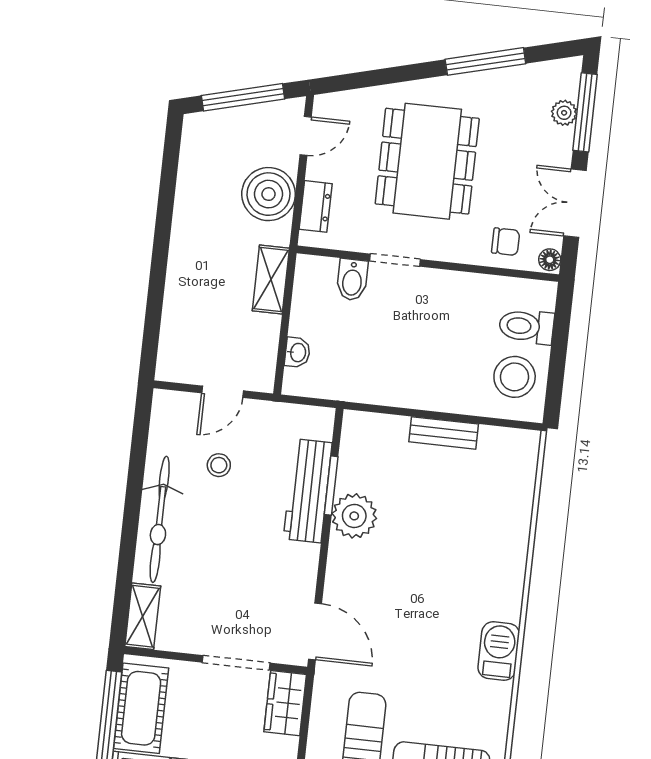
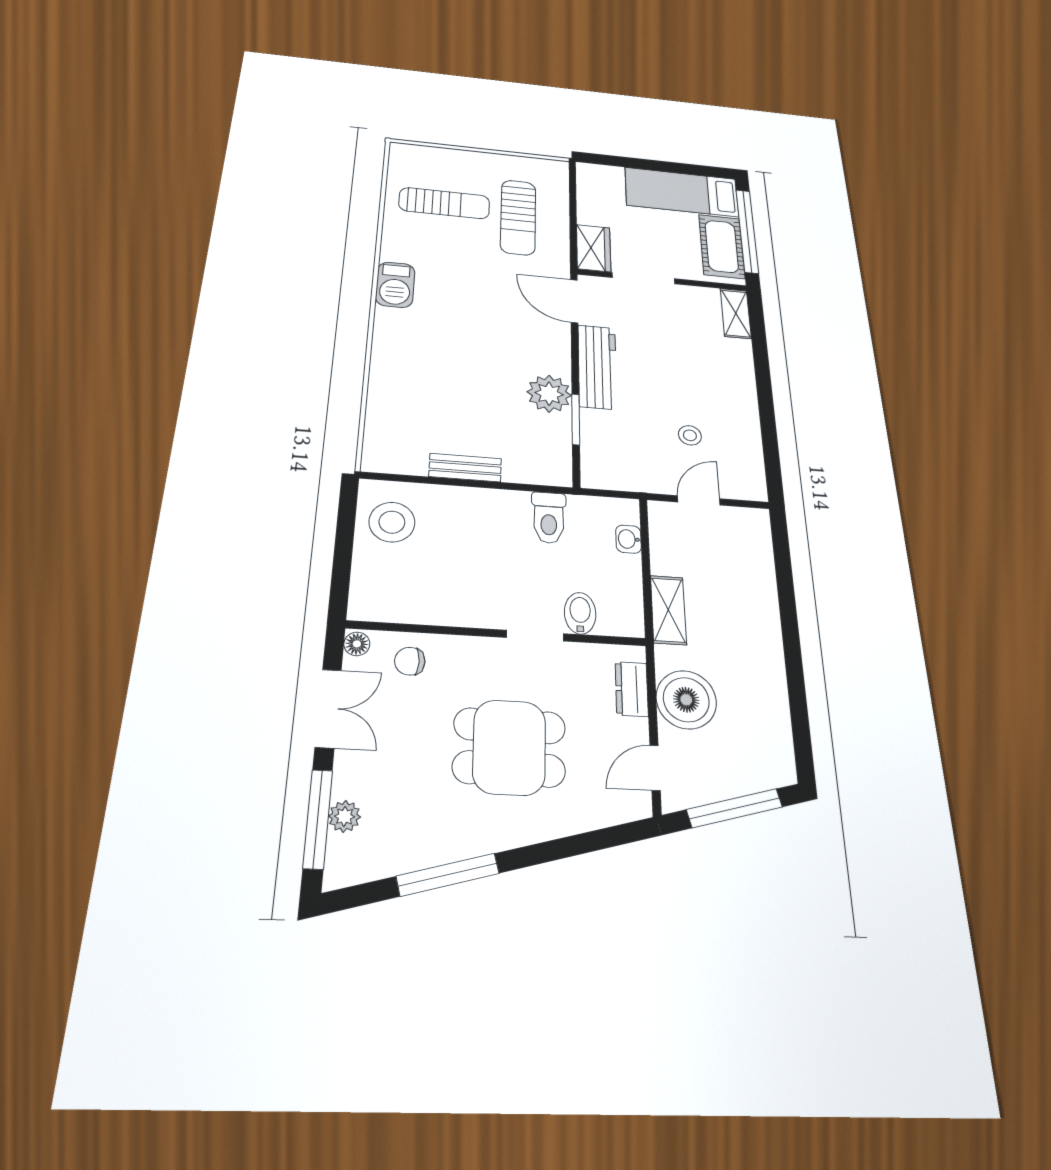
dining table: (427, 161) -> (509, 747), width x0.73
toilet: (526, 326) -> (549, 518), moved, turned 90
workbench: (308, 491) -> (597, 367), moved
bicycle: (160, 519) -> (737, 389), removed

